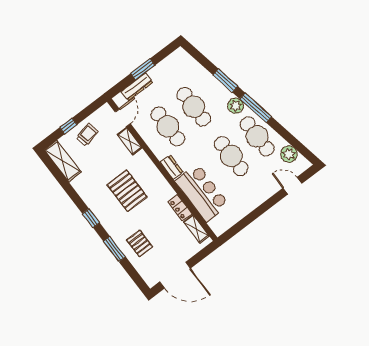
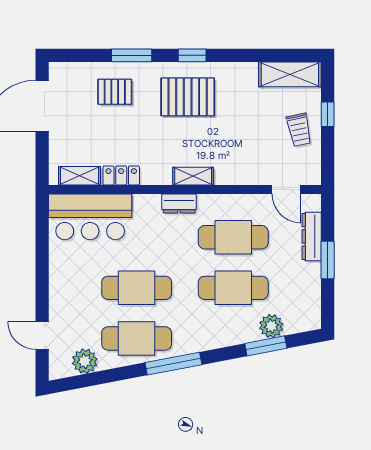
window: (225, 81) -> (266, 346), moved
plant: (236, 106) -> (271, 326), moved
shelving: (130, 141) -> (193, 176), moved
door: (292, 186) -> (42, 336), swing flipped
pallet: (127, 191) -> (188, 97), moved
bar counter: (202, 193) -> (90, 217), moved

